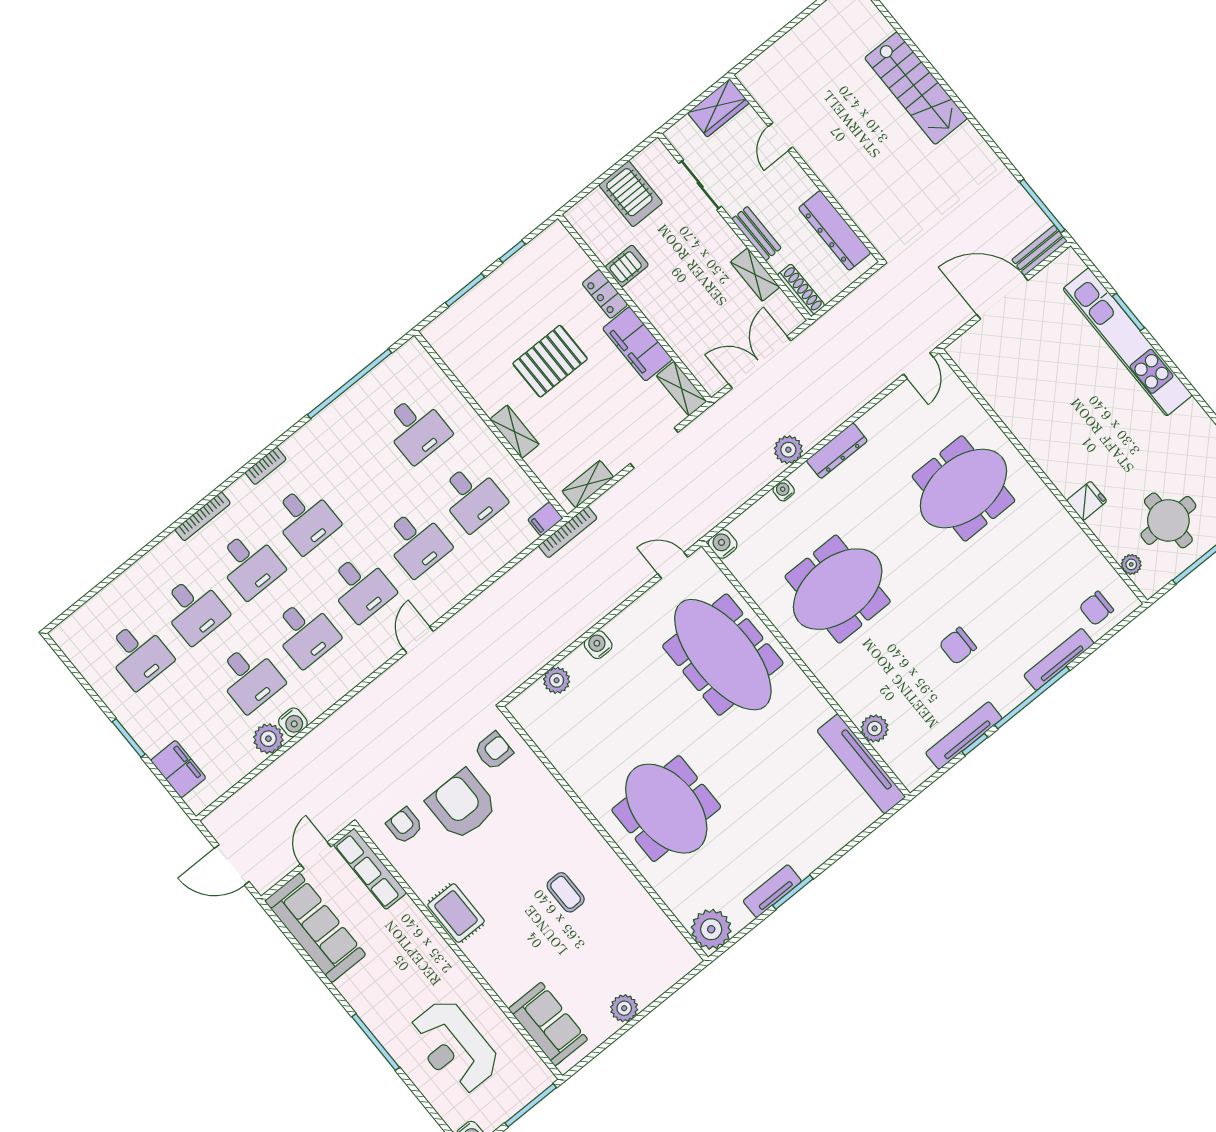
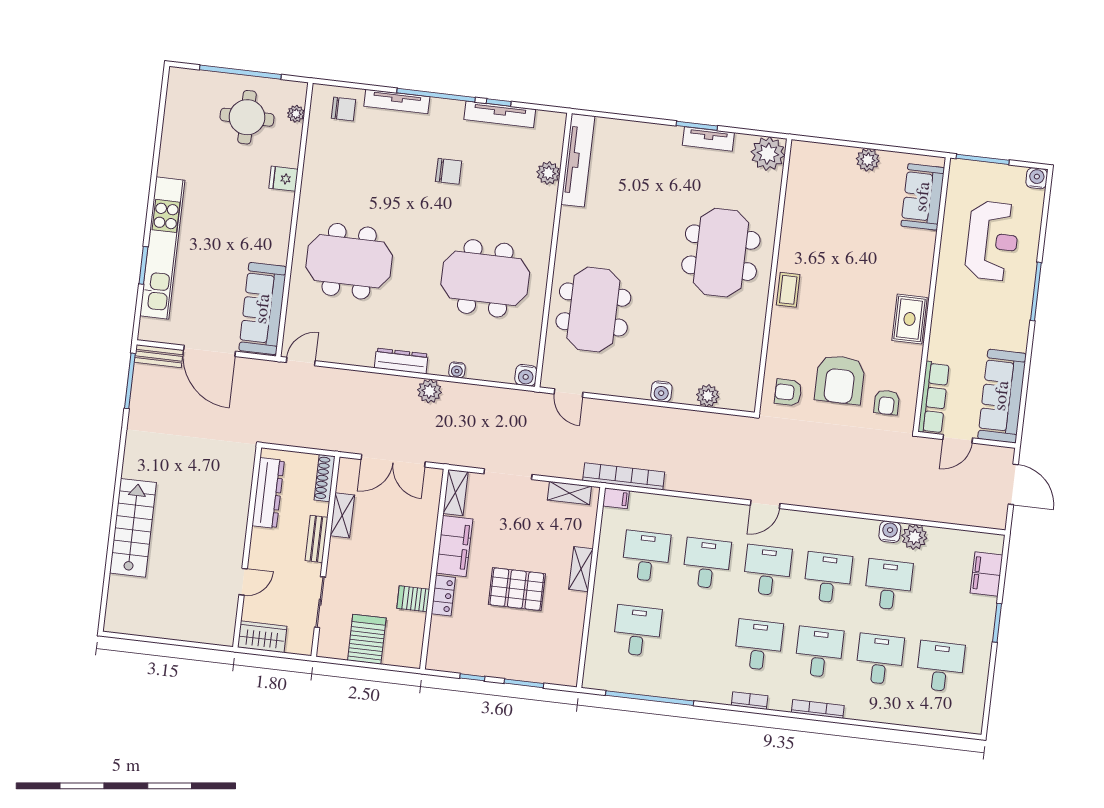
sofa: (994, 377) -> (263, 309), added
bookcase: (568, 532) -> (624, 476), width x1.48, depth x1.31
meeting table: (723, 655) -> (593, 309), width x0.73
coffee table: (566, 892) -> (788, 290), moved

